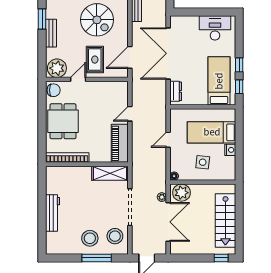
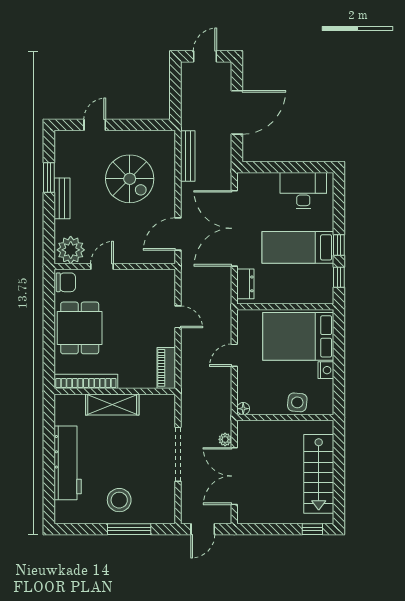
rug: (95, 60) -> (126, 237), removed
bed: (219, 81) -> (298, 247), moved, turned -90
door: (130, 114) -> (178, 317), swing flipped
bed: (212, 132) -> (298, 336), width x1.50
piano: (120, 143) -> (166, 368), width x0.73, depth x0.75
side table: (203, 162) -> (297, 402), moved
shelving: (110, 173) -> (112, 404), moved
plant: (181, 193) -> (254, 433), removed
workbench: (53, 213) -> (68, 463), width x1.36, depth x1.32
double door: (168, 222) -> (234, 476), swing flipped
stool: (115, 236) -> (156, 497), removed

